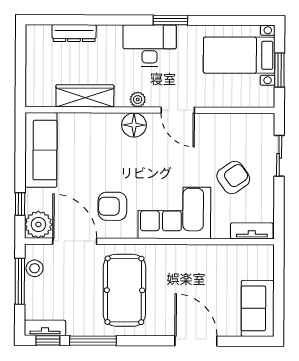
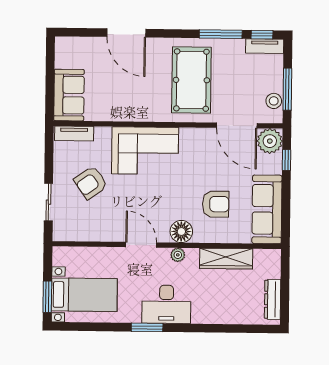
dresser: (74, 33) -> (273, 299), moved, turned -90
window: (279, 70) -> (47, 297), moved
armchair: (112, 206) -> (216, 204), moved
sofa: (258, 308) -> (69, 95), moved

